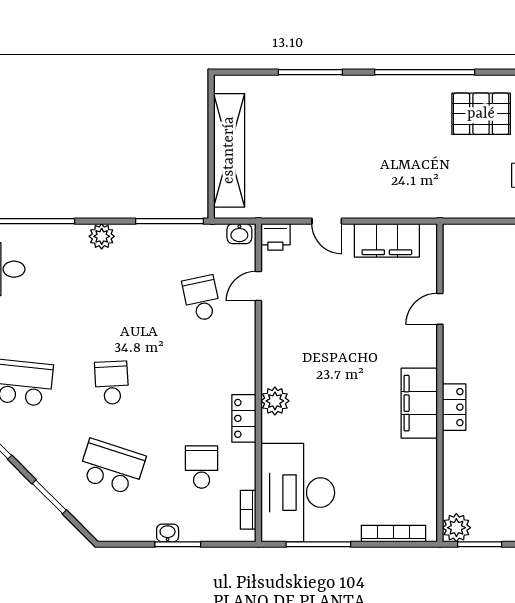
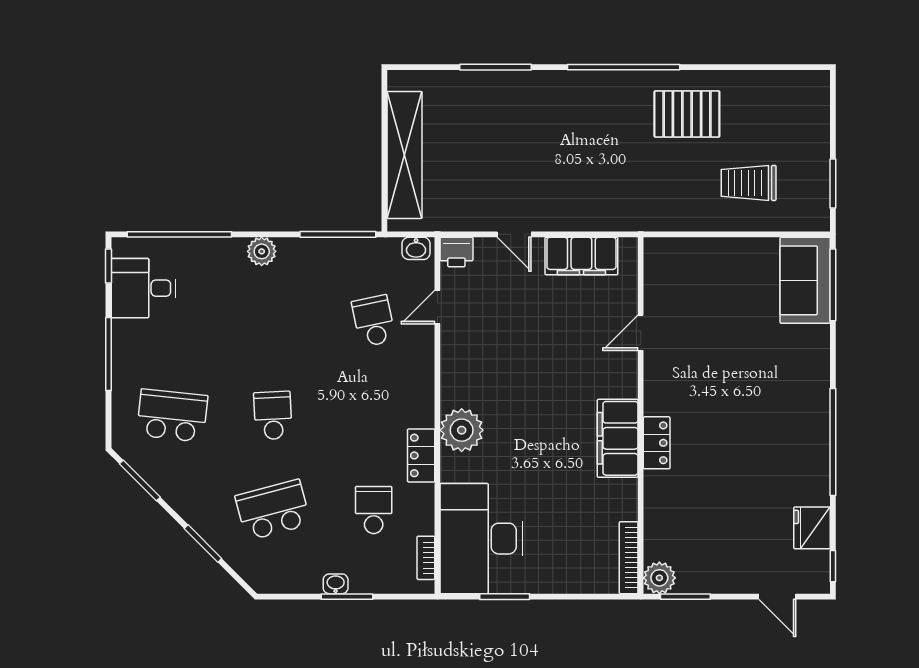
plant: (275, 401) -> (462, 430), width x1.36, depth x1.36
school desk: (112, 467) -> (273, 510), turned -33
bookcase: (393, 534) -> (629, 558), moved, turned -90
window: (318, 544) -> (505, 597), width x0.69

